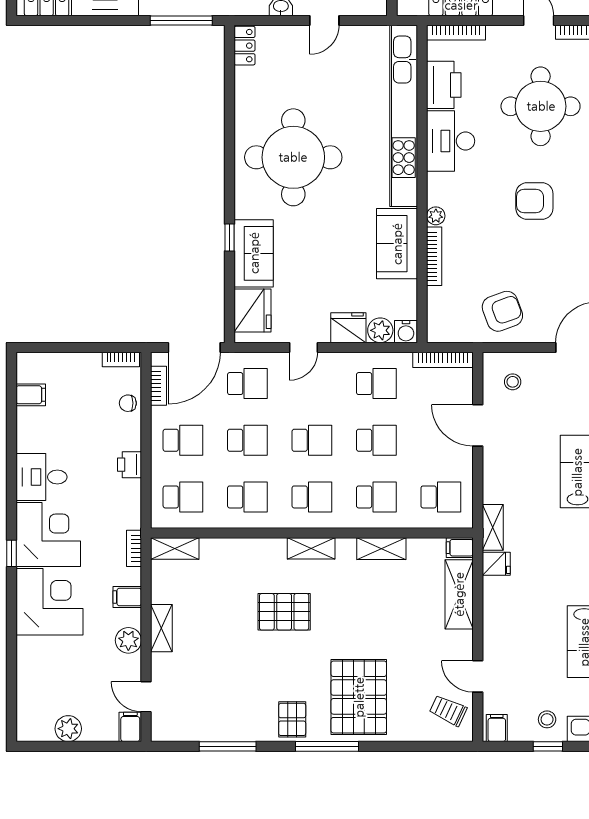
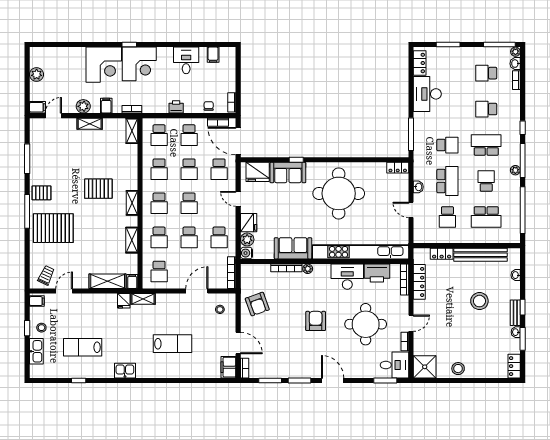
desk: (42, 477) -> (186, 60), moved
pallet: (284, 612) -> (98, 189), turned 90

